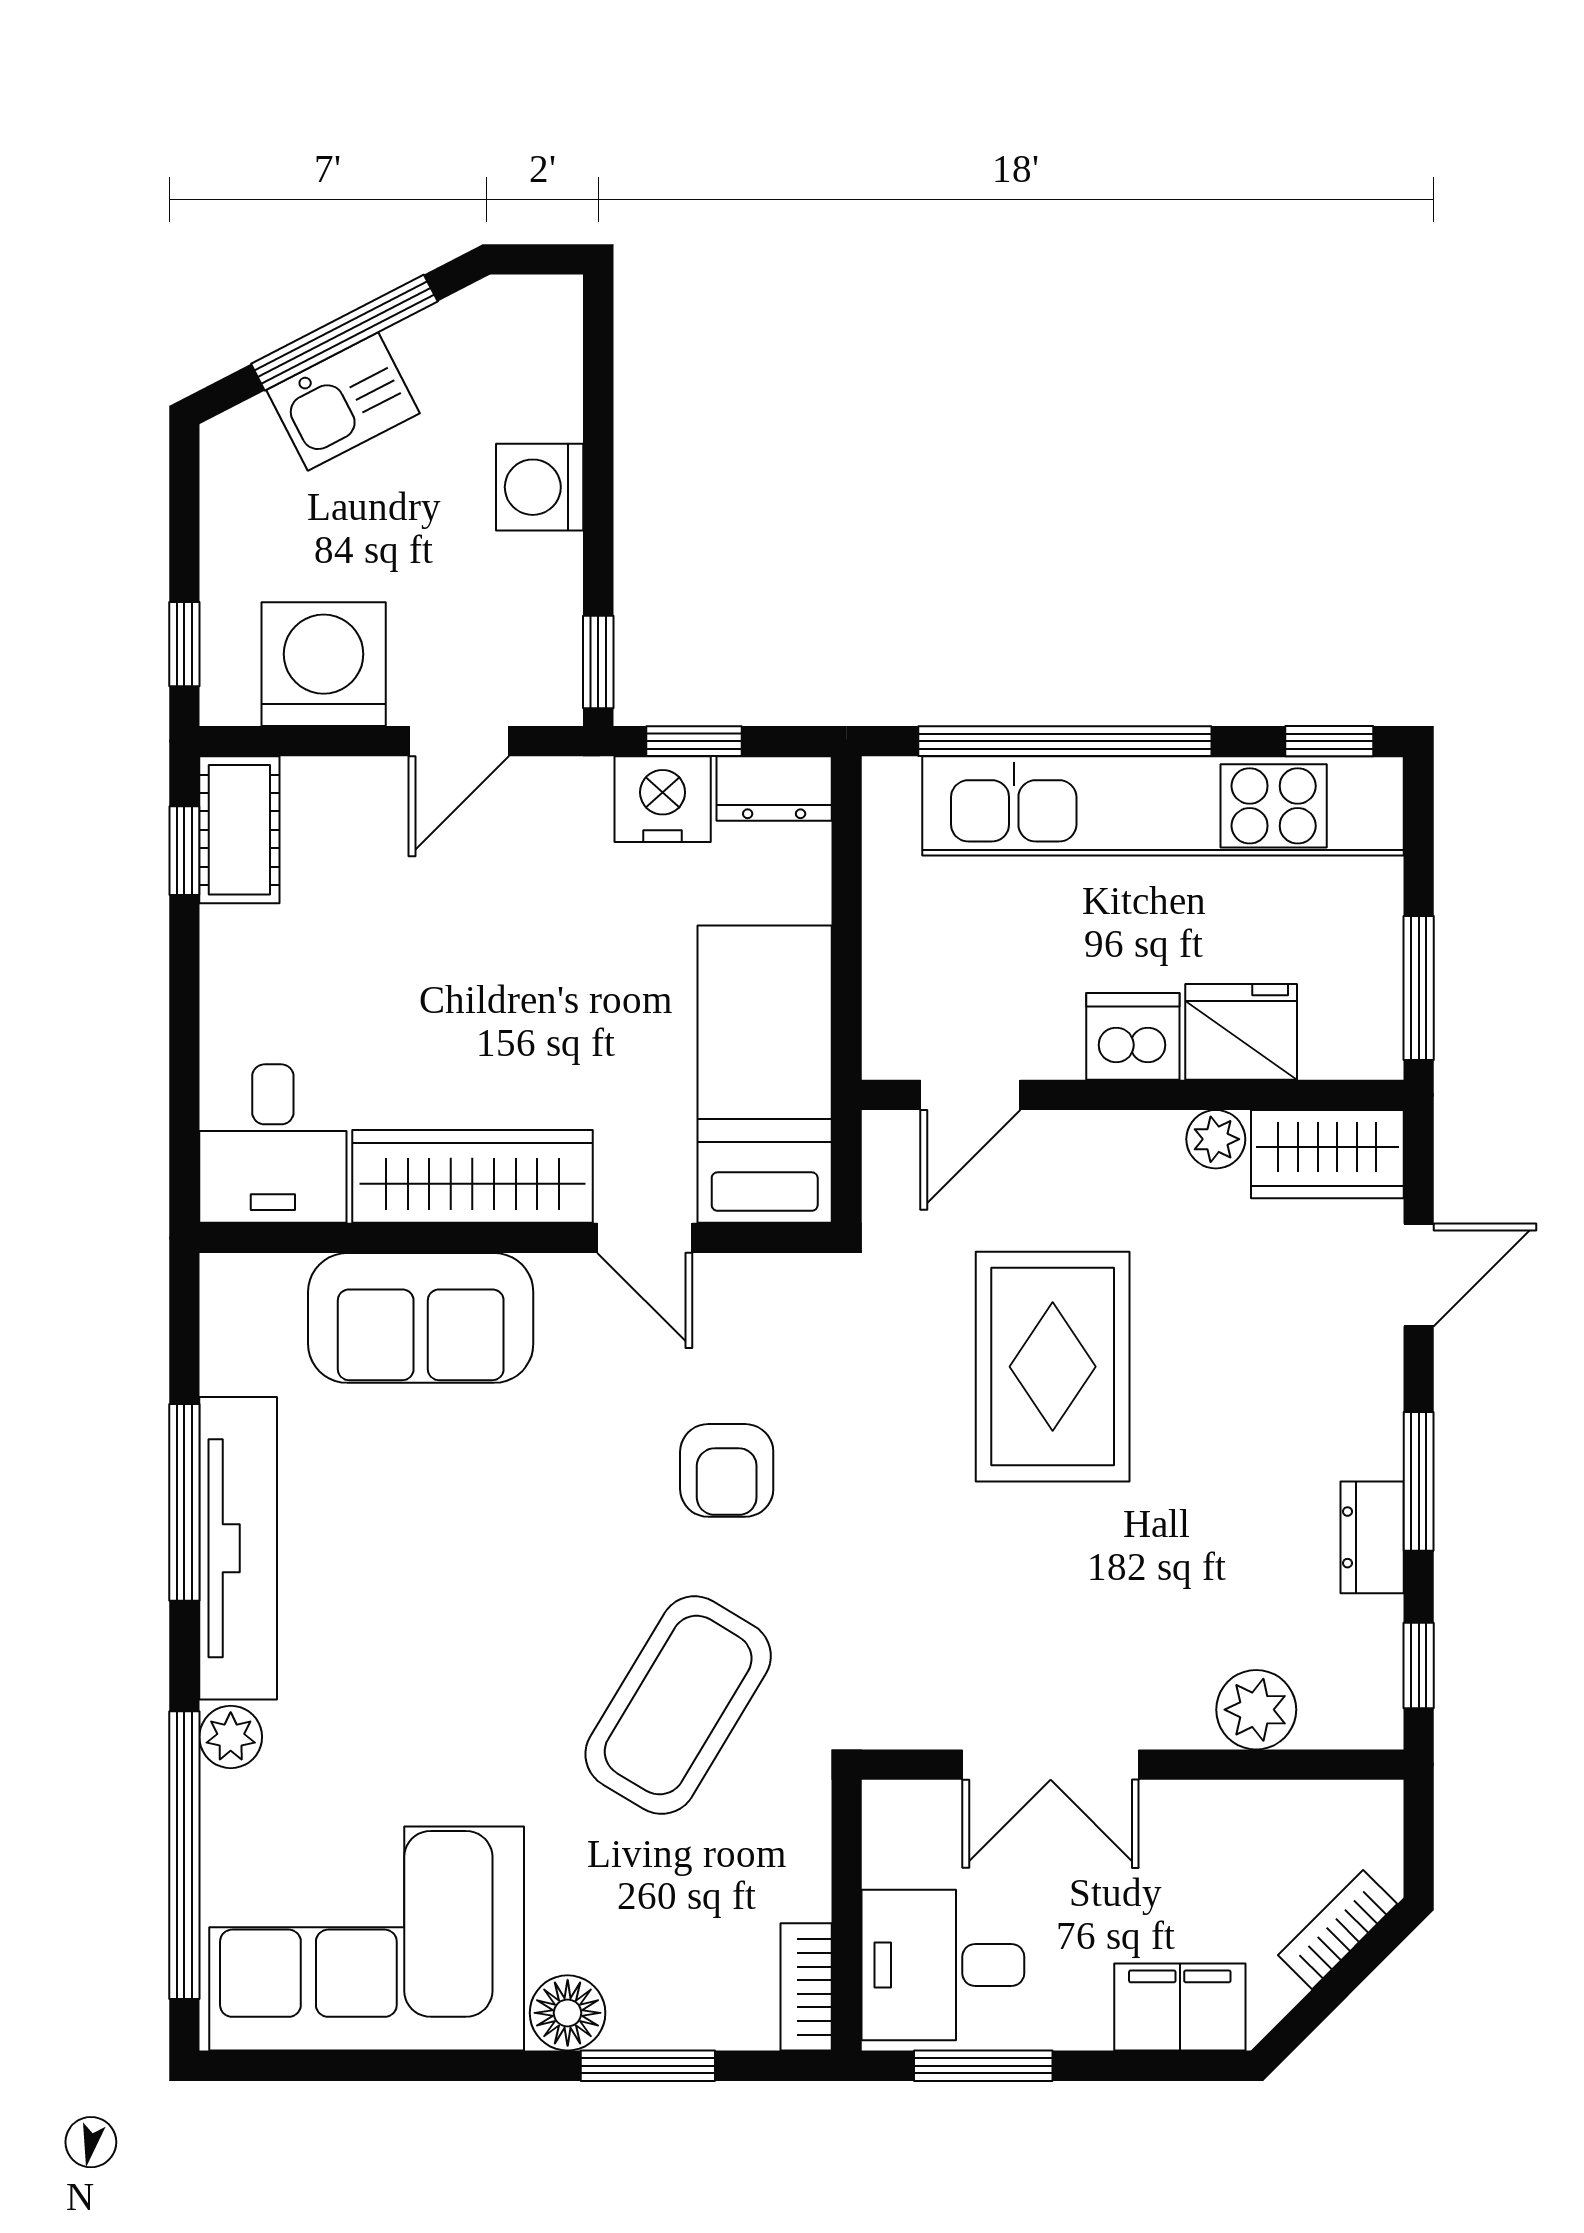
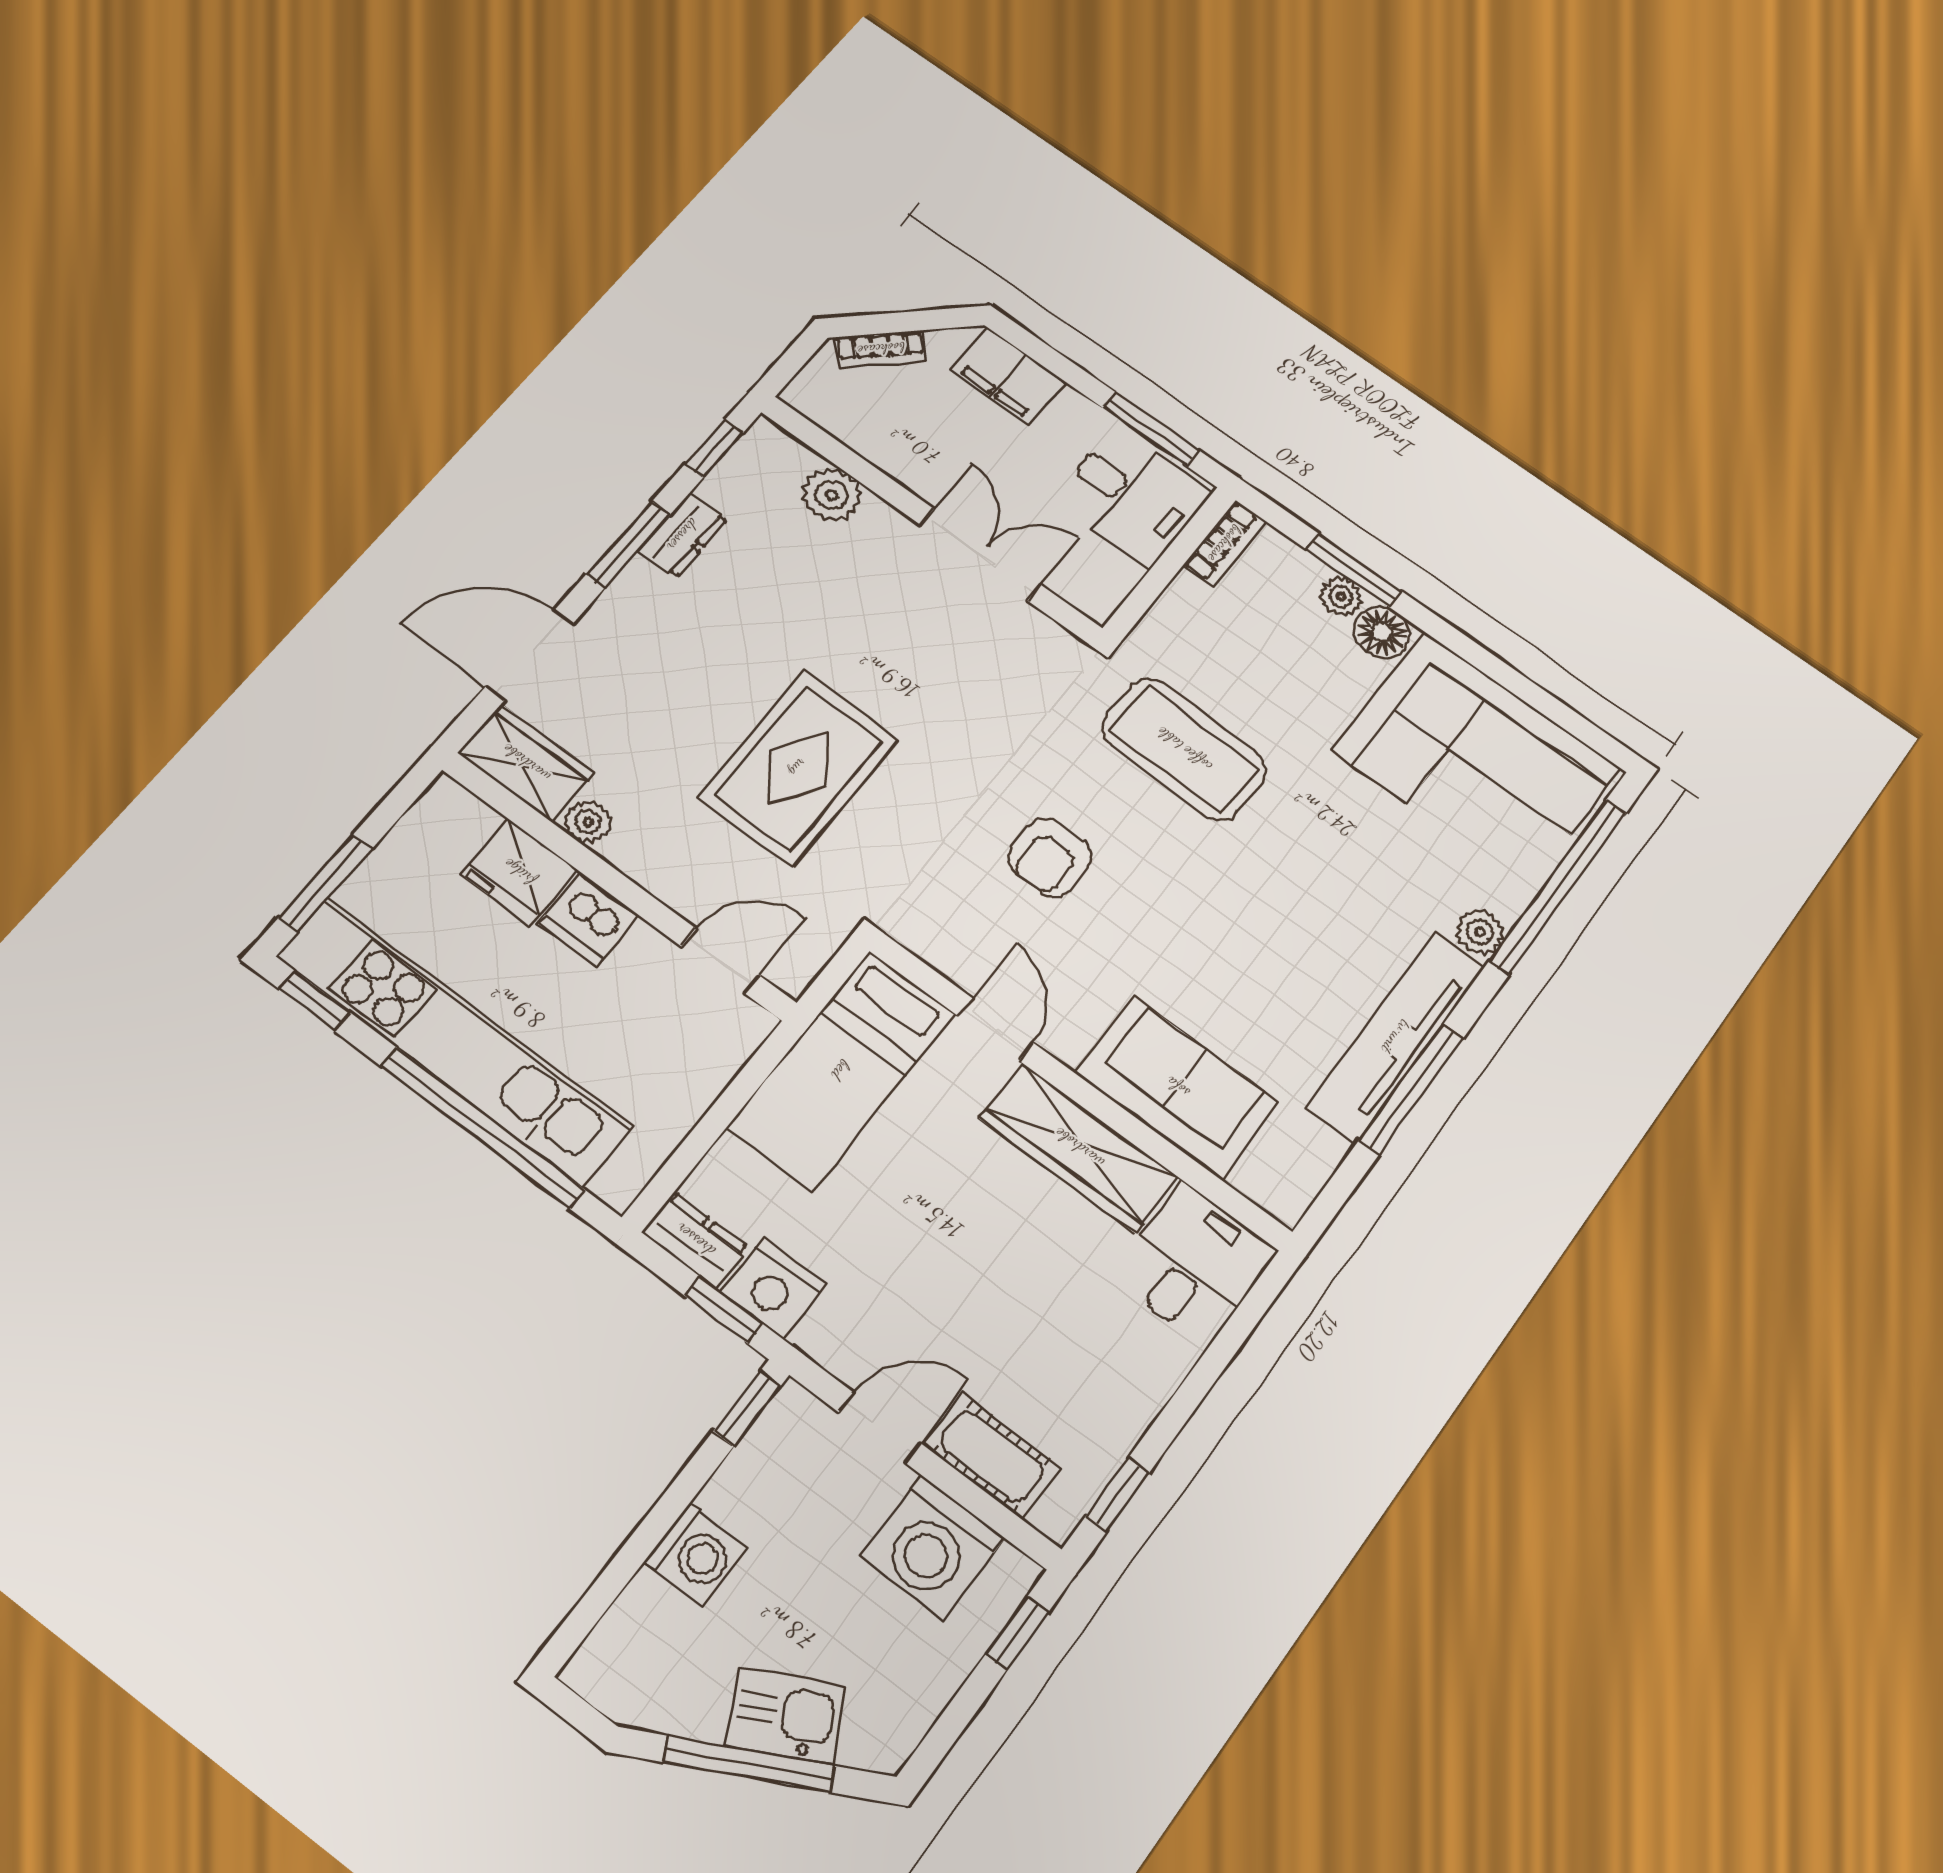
cot: (239, 830) -> (992, 1456), moved, turned 90
window: (1419, 988) -> (326, 883), moved
door: (1419, 1275) -> (529, 655), width x1.38
armchair: (727, 1470) -> (1050, 858), turned 180
coffee table: (678, 1705) -> (1184, 749), turned 61
plant: (640, 2022) -> (1341, 596), added

